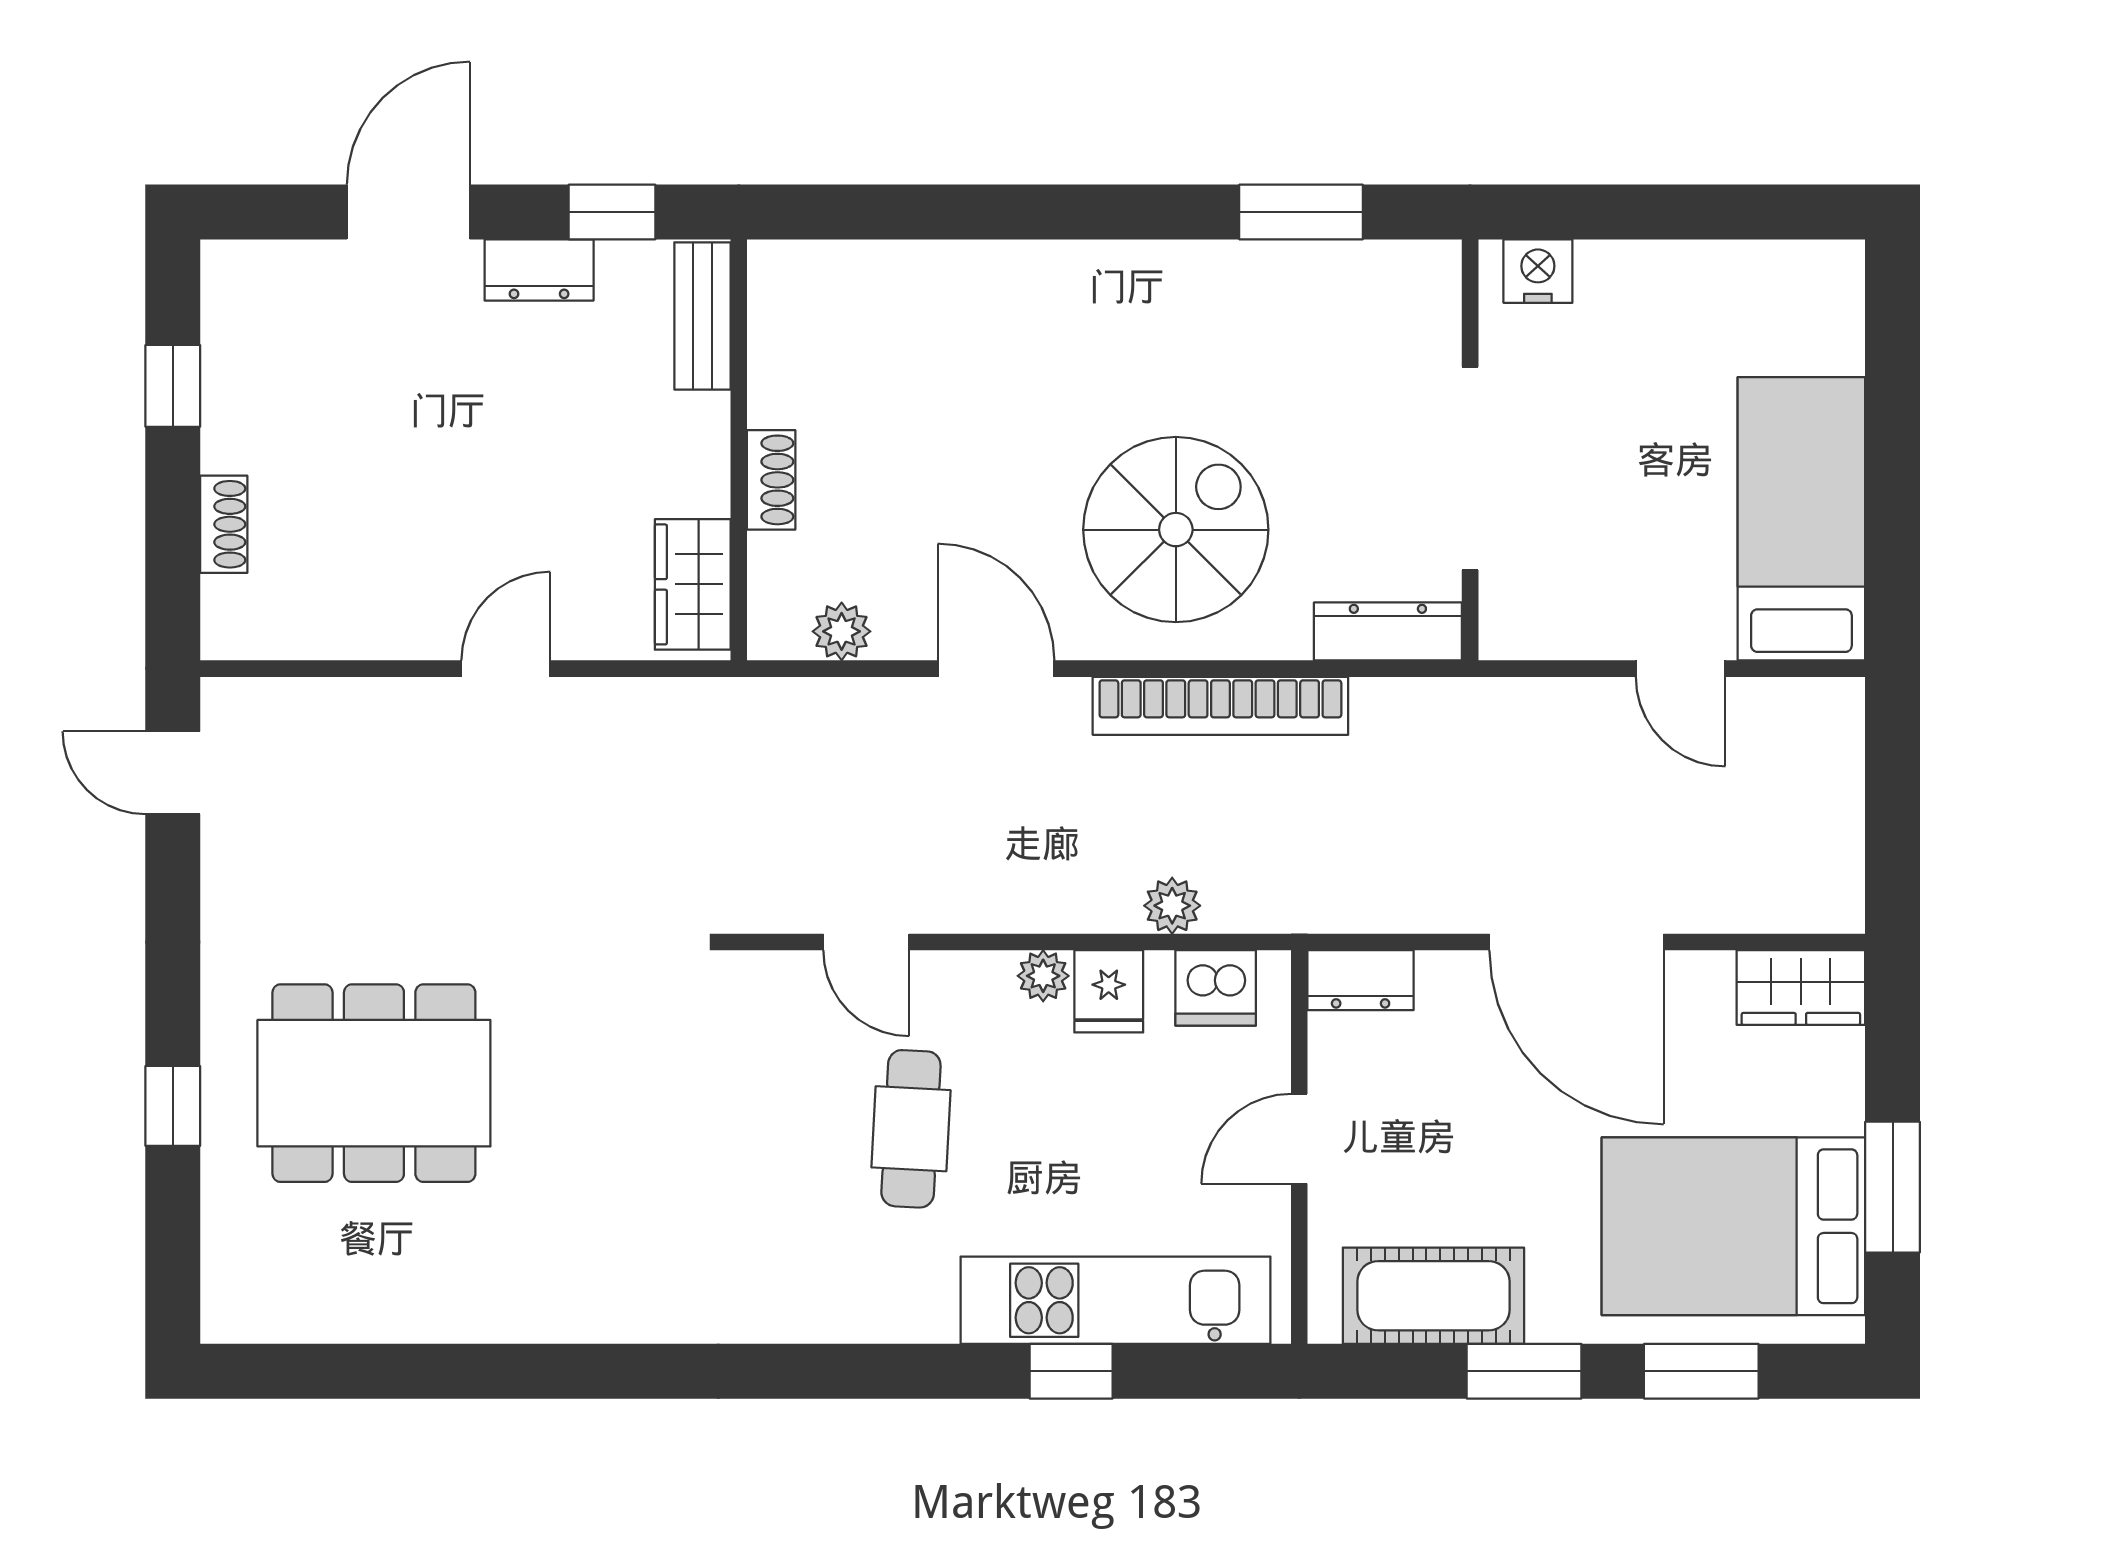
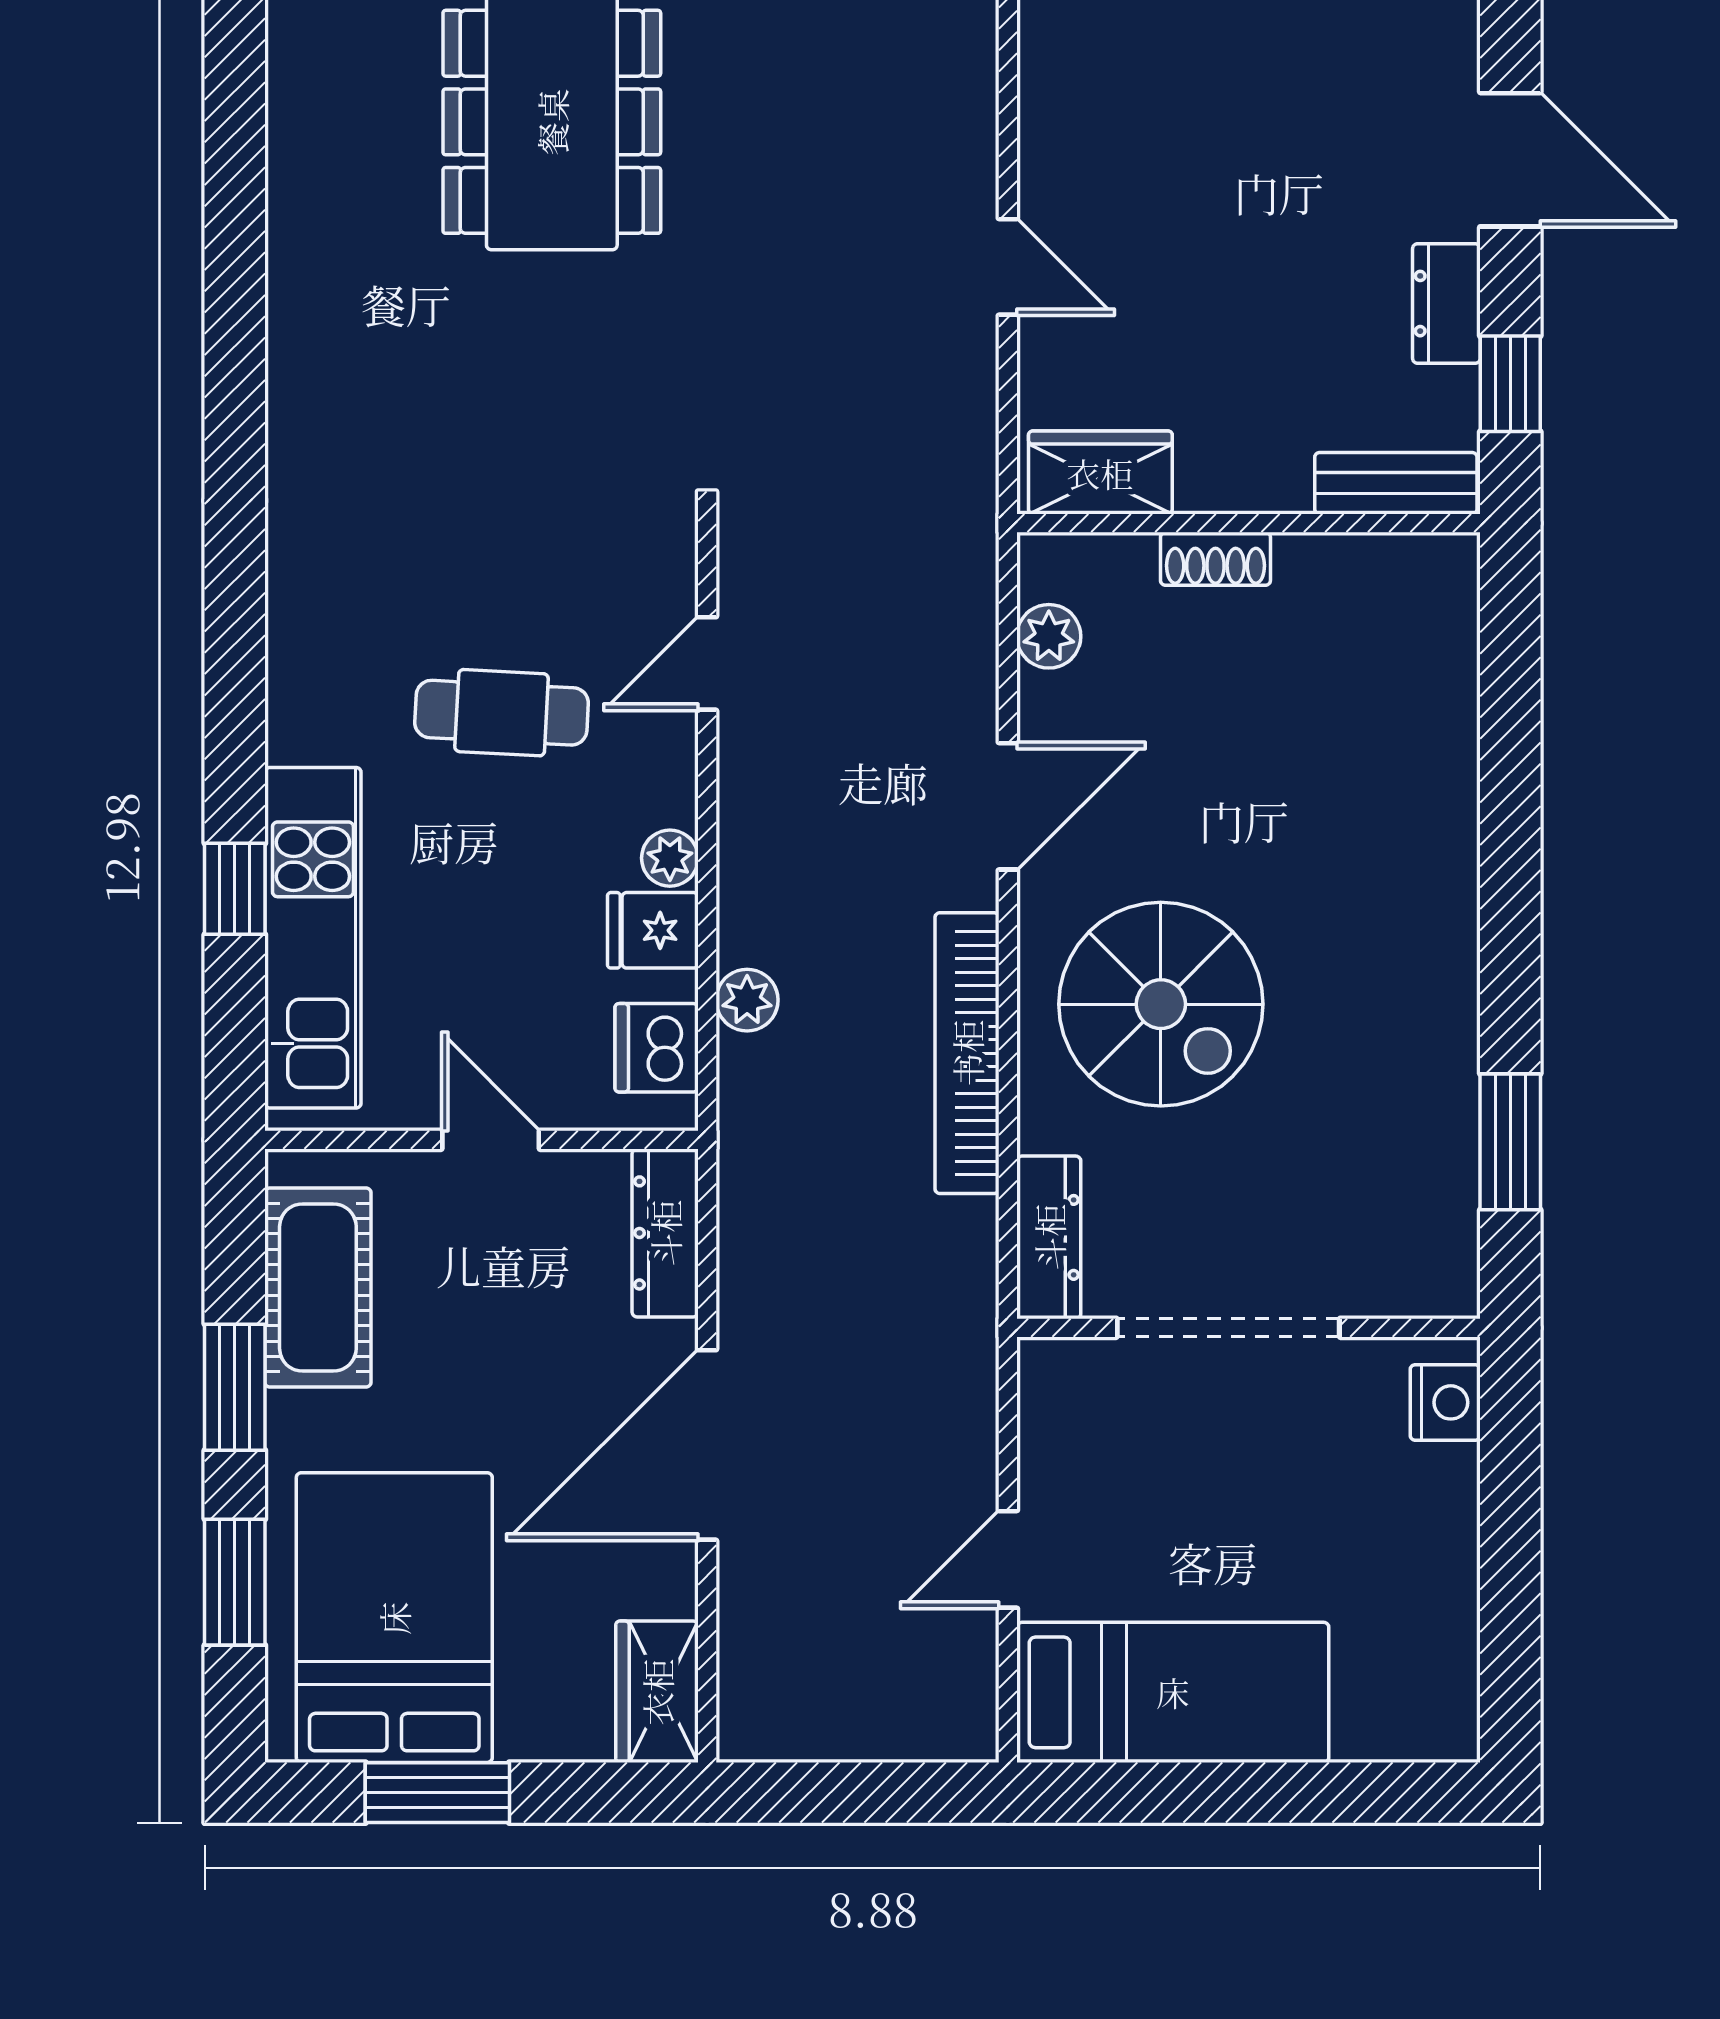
dresser: (1361, 980) -> (665, 1233), width x1.44

